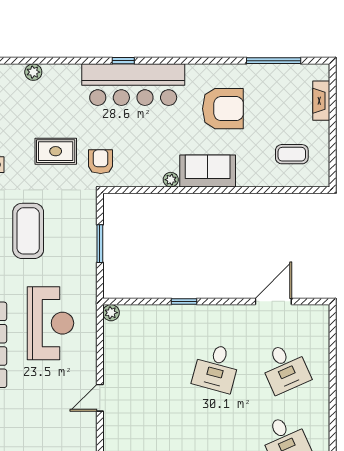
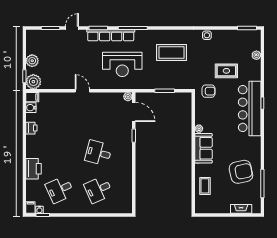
armchair: (223, 109) -> (241, 172), moved, turned -102
rug: (56, 151) -> (226, 71), moved, turned 90
coffee table: (292, 154) -> (205, 186), moved
door: (273, 301) -> (134, 112), moved

